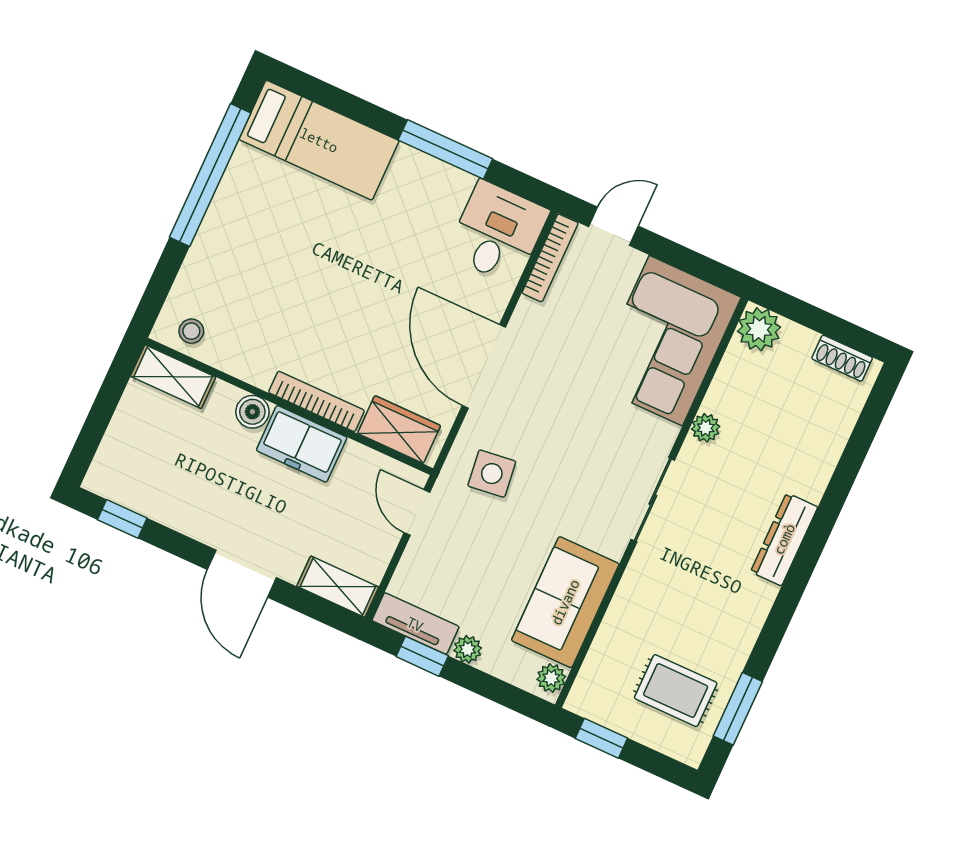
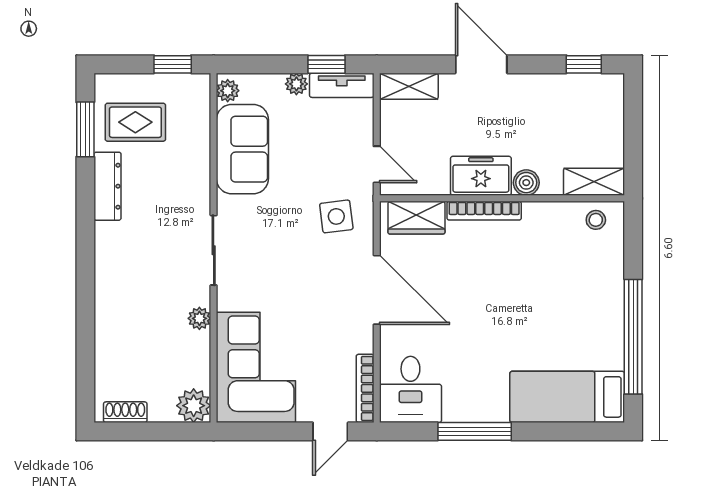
dresser: (784, 539) -> (107, 186), moved

